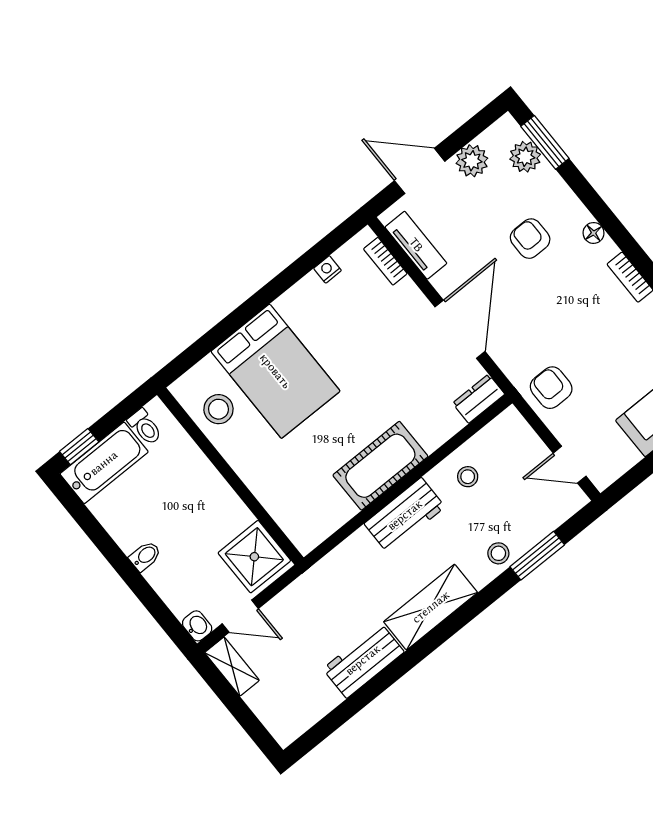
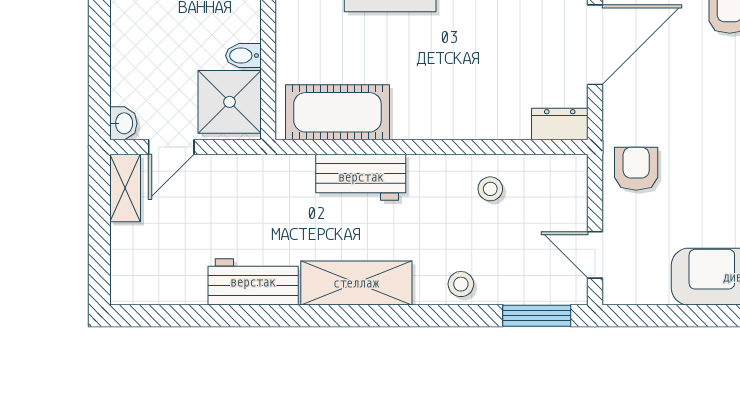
cot: (380, 466) -> (337, 112), moved
workbench: (405, 515) -> (361, 177), moved
bidet: (145, 556) -> (243, 56), moved, turned 180
window: (537, 556) -> (537, 316), moved
door: (240, 616) -> (171, 147), hinge flipped

